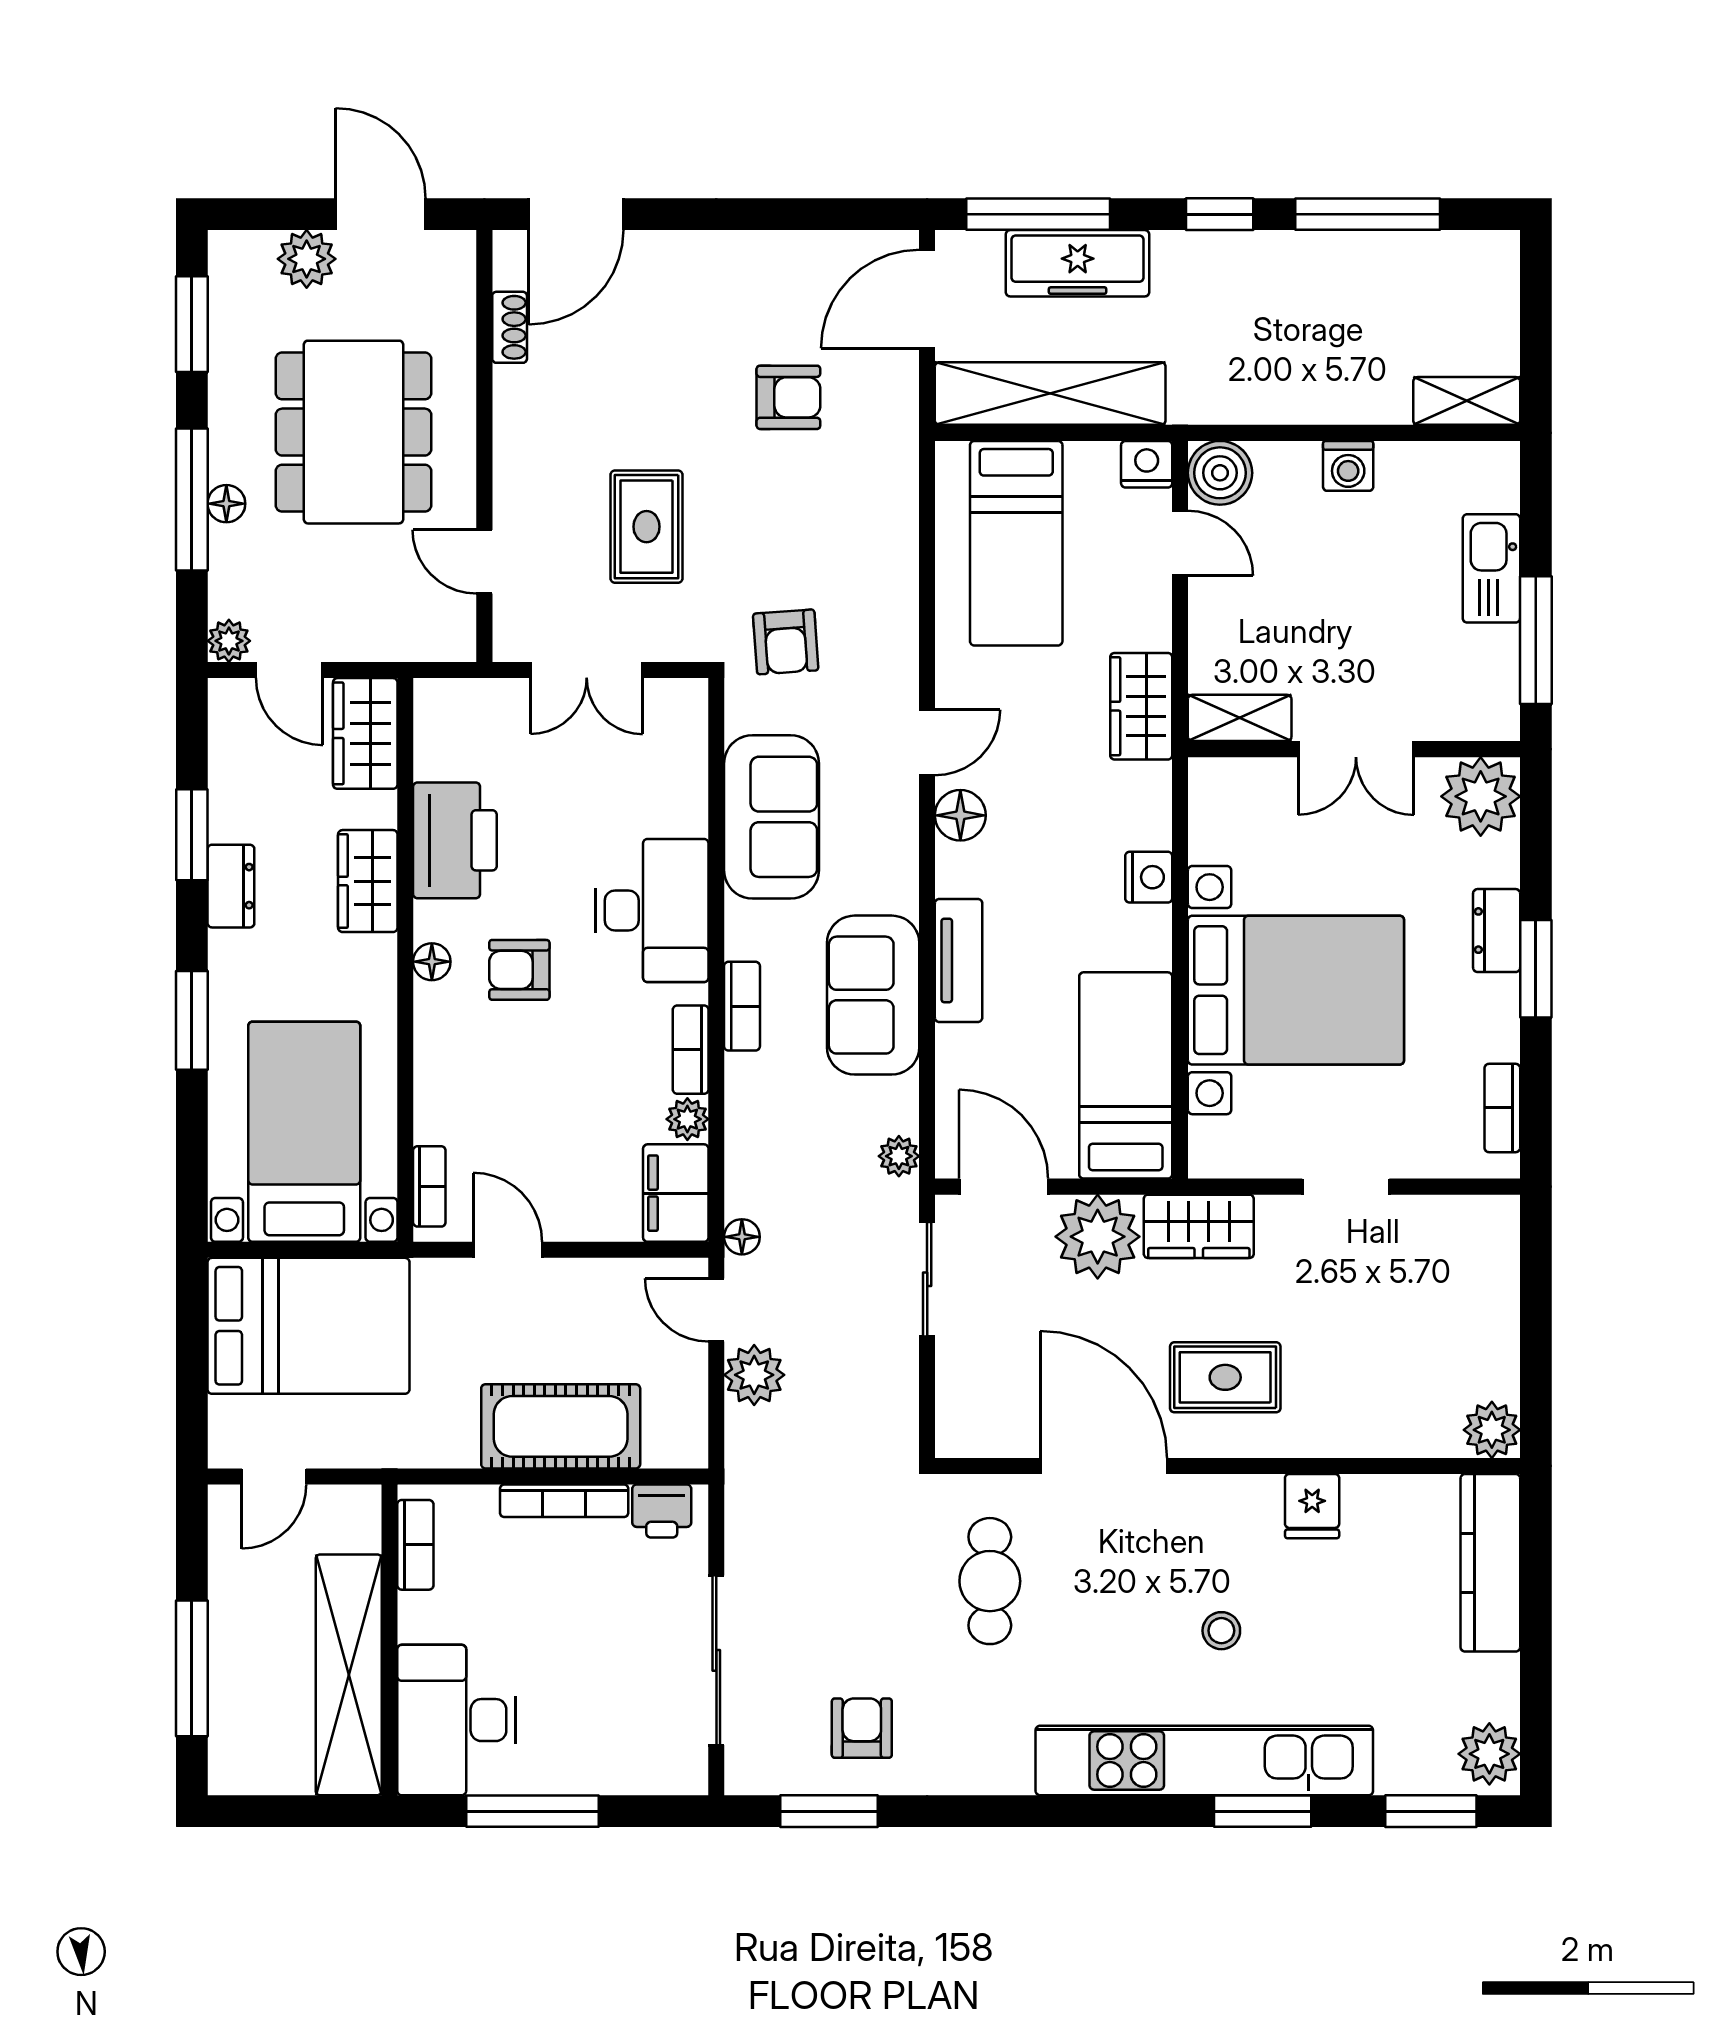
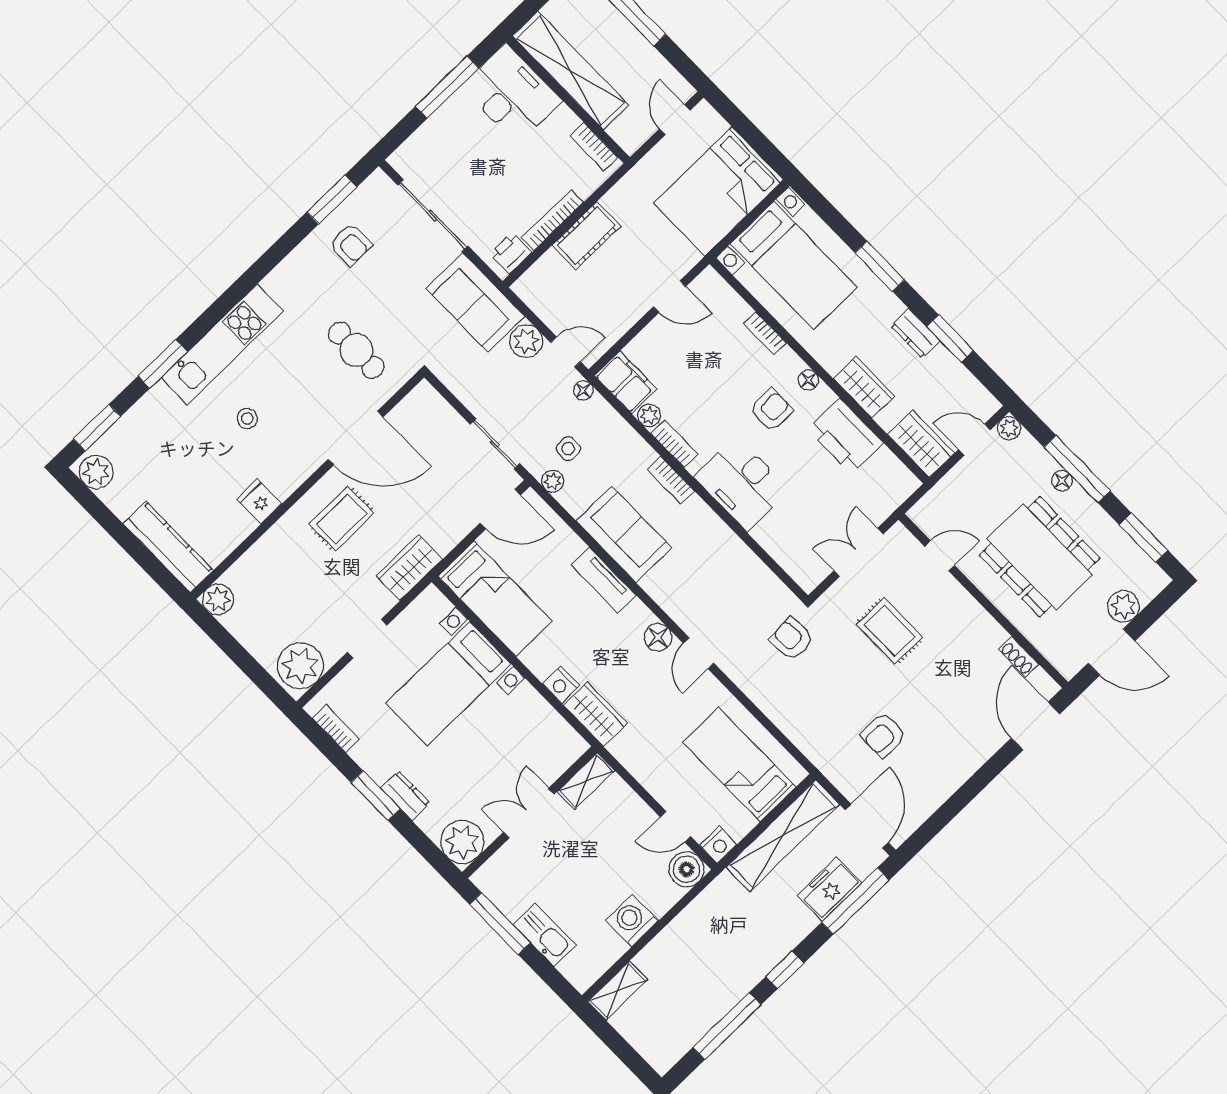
freezer: (1078, 263) -> (829, 889), width x0.71
washing machine: (1348, 466) -> (632, 920), width x1.38, depth x1.38
wardrobe: (1141, 706) -> (595, 714), moved
sofa: (771, 817) -> (475, 302), moved
bed with nightstands: (1296, 990) -> (448, 684), width x0.73
side table: (836, 1179) -> (568, 449), added
bookcase: (429, 1186) -> (765, 333), moved
plant: (1098, 1237) -> (300, 666), moved
cot: (561, 1426) -> (586, 235), width x0.73, depth x0.75
kitchen unit: (1204, 1761) -> (222, 344), width x0.73

